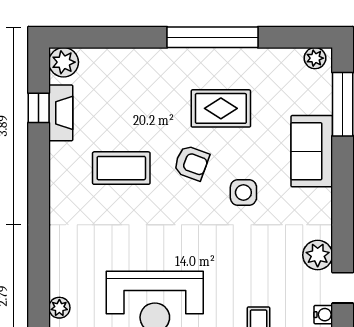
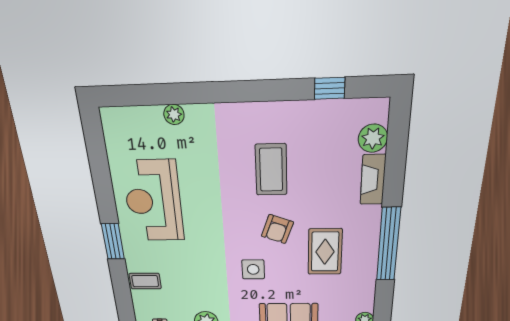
plant: (64, 62) -> (373, 138), moved
fireplace: (61, 113) -> (373, 180), moved, turned 90
plant: (59, 308) -> (174, 114), moved

